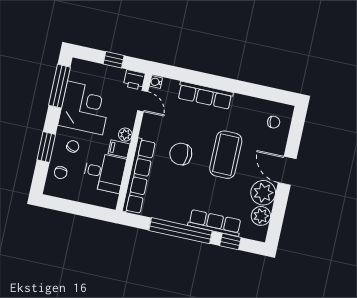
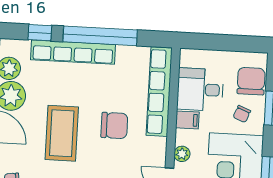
plant: (125, 135) -> (182, 154), moved
chair: (61, 173) -> (251, 81), width x1.87, depth x1.87
row of seats: (215, 223) -> (73, 52), width x1.36

